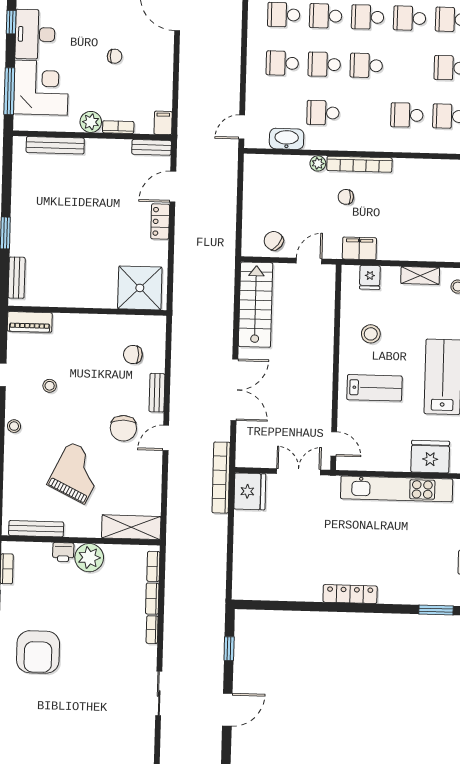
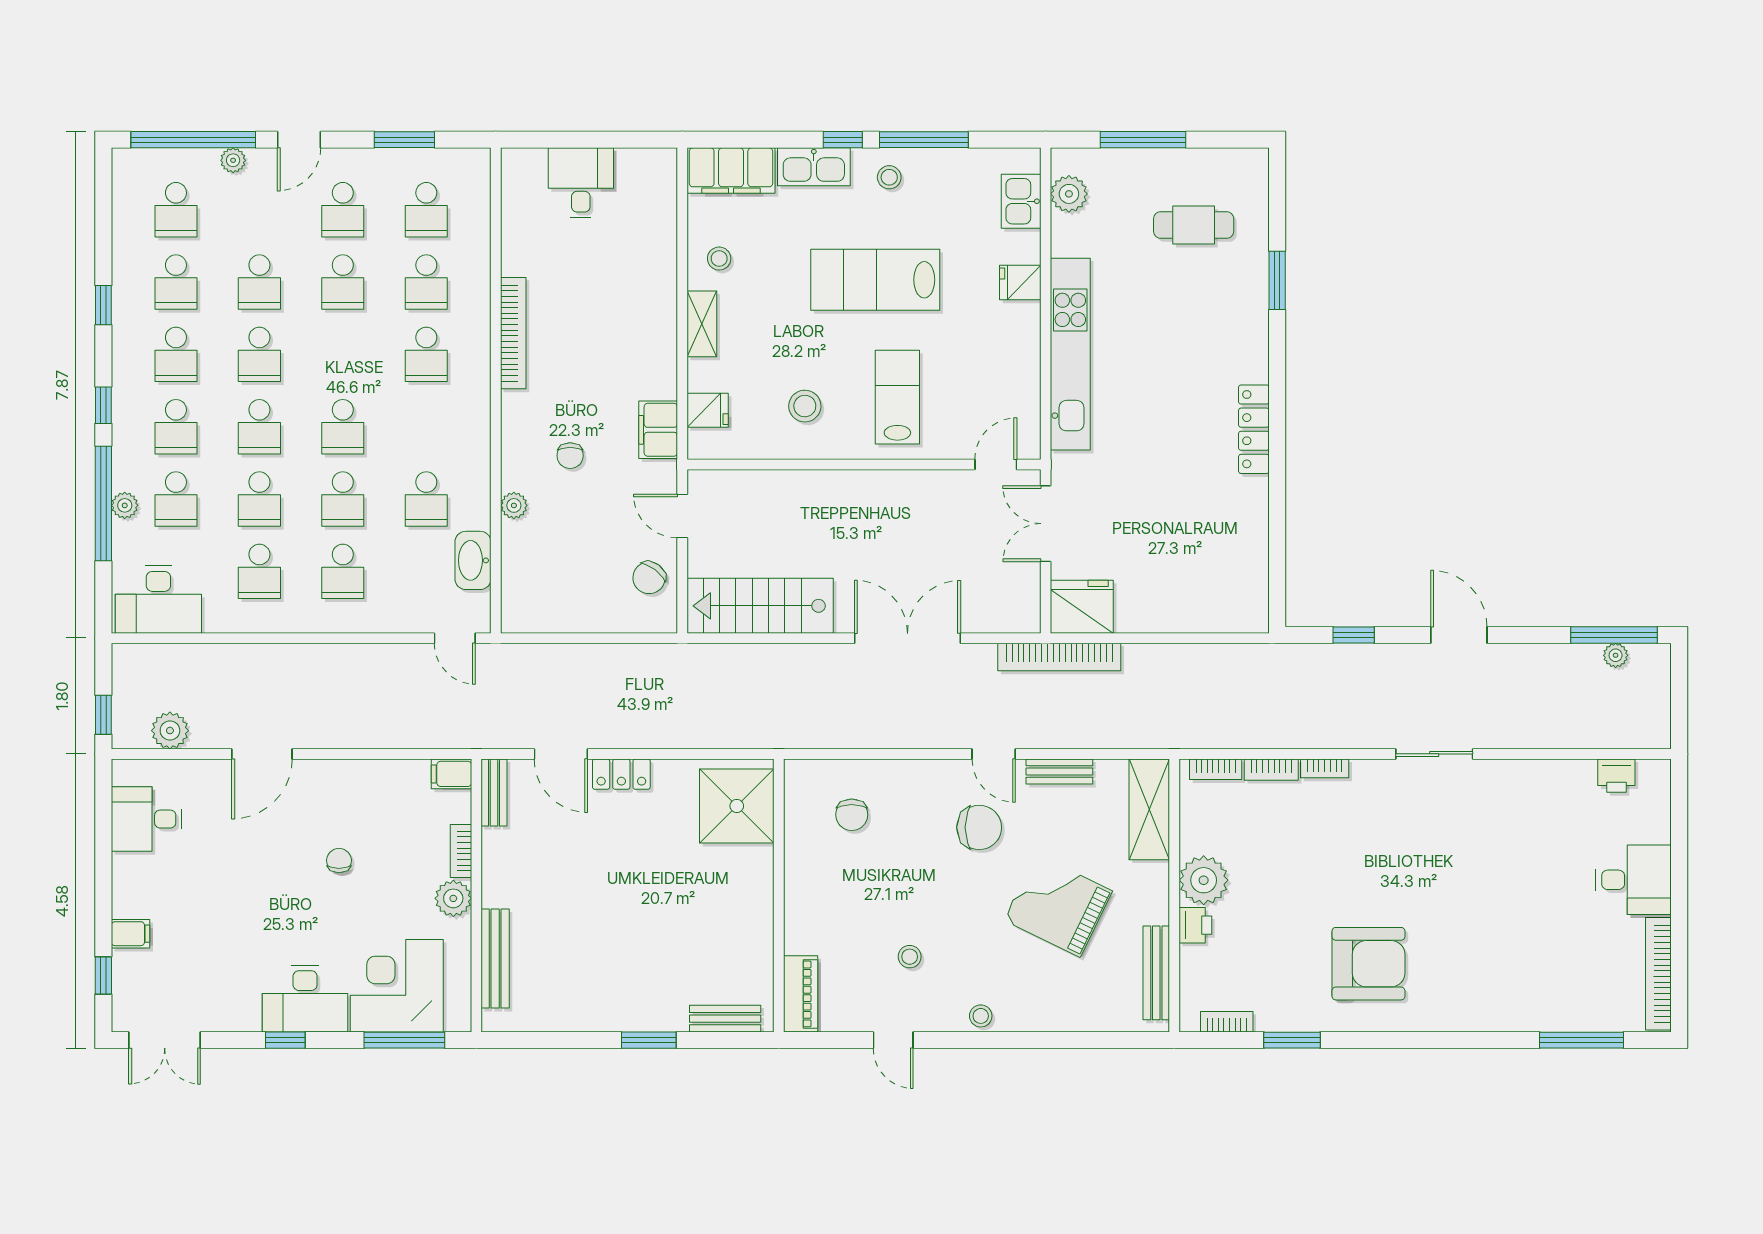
bookcase: (359, 164) -> (513, 333), moved
bench: (157, 393) -> (1059, 771), moved
fridge: (430, 457) -> (1020, 283), width x0.53, depth x0.75

